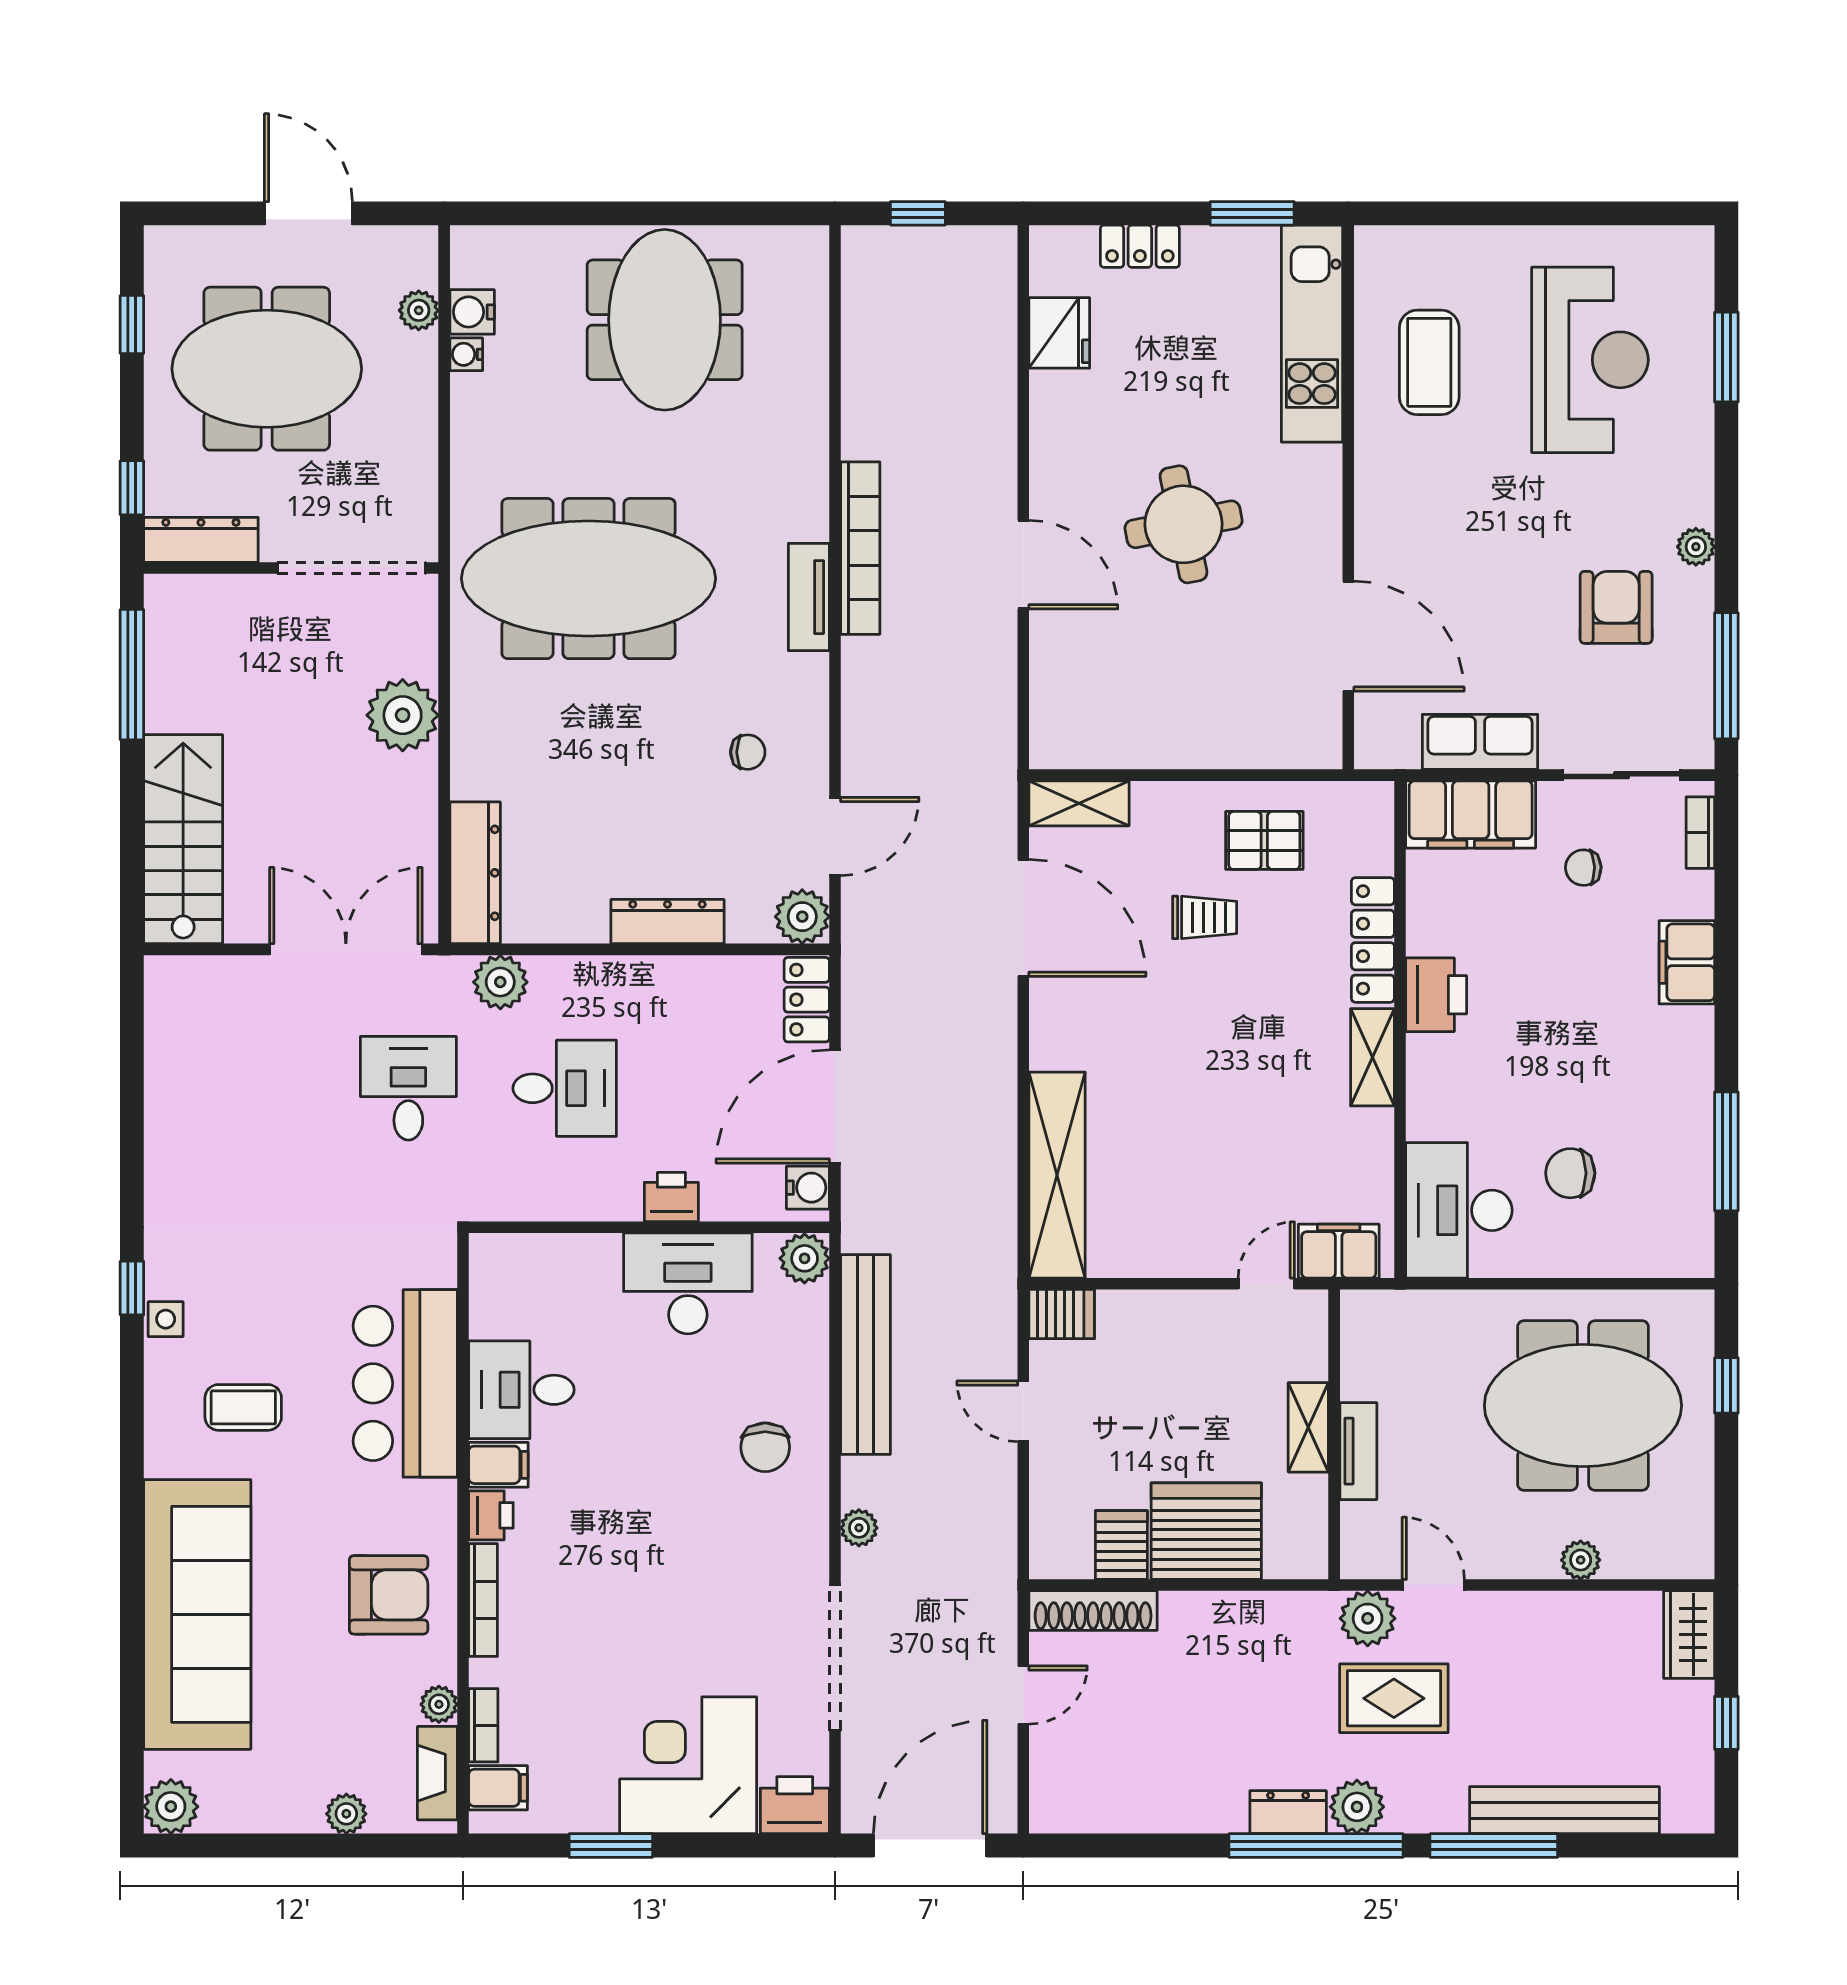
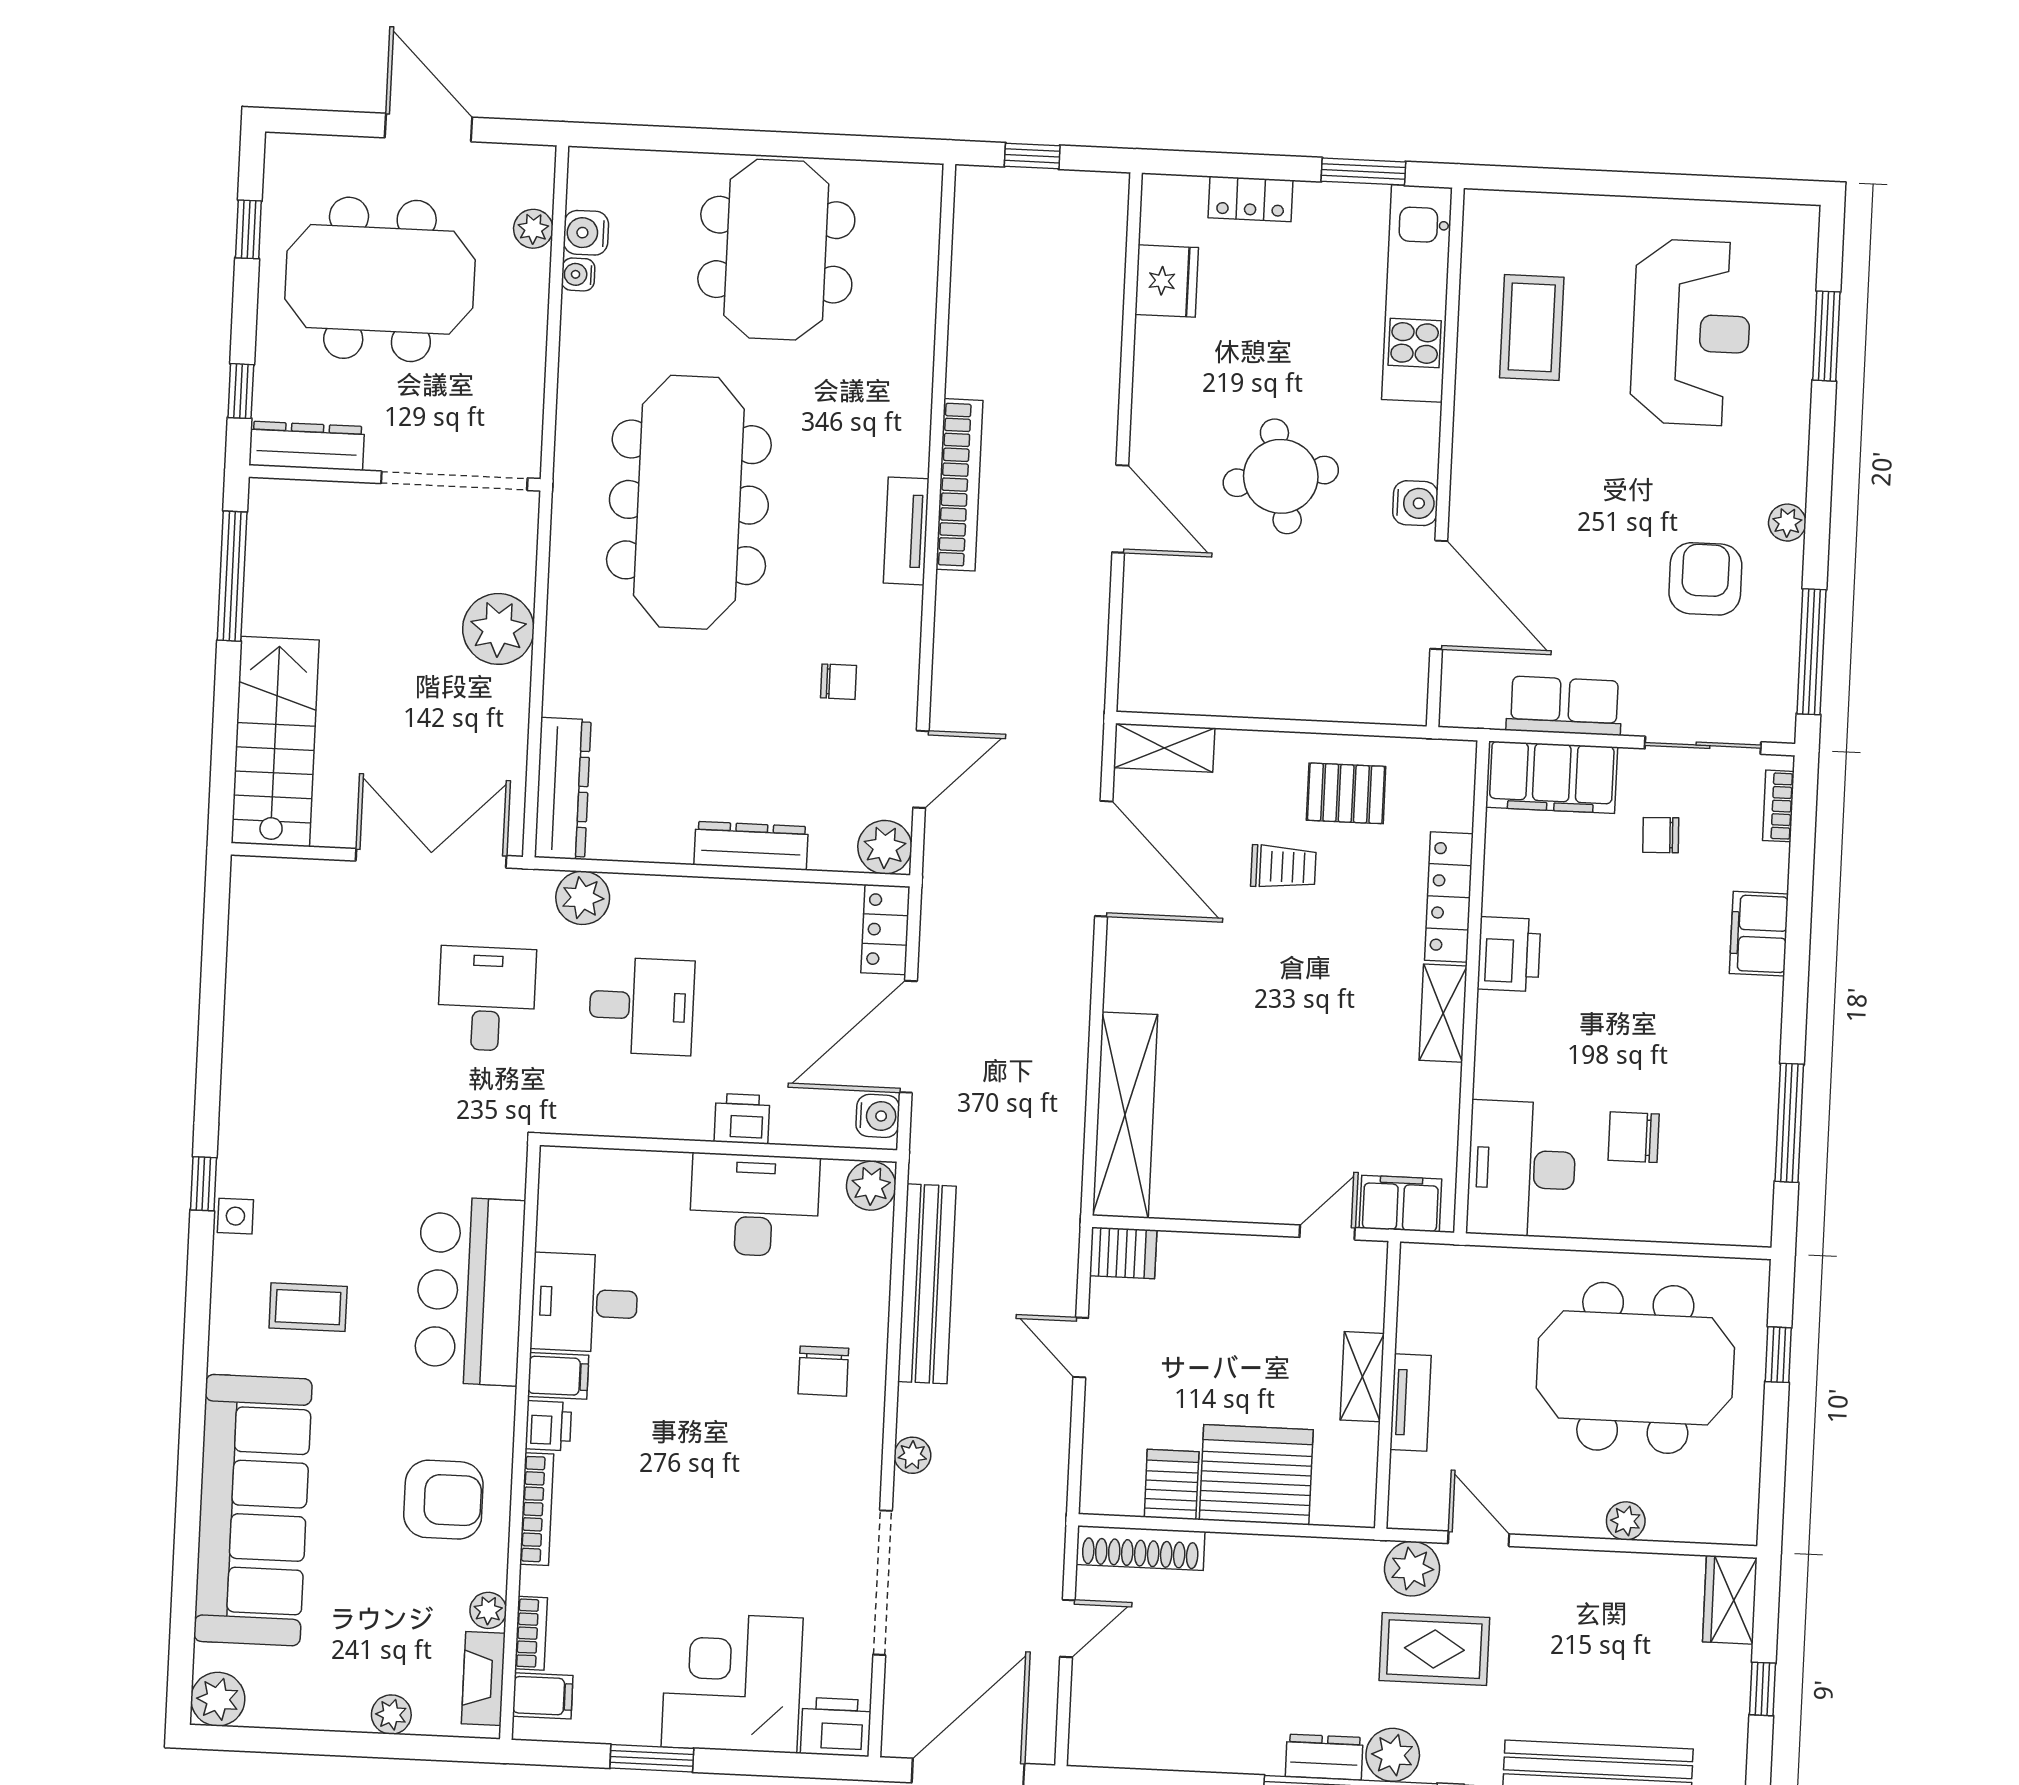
water cooler: (1320, 545) -> (1415, 503), added
meeting table: (588, 579) -> (689, 502), turned 90

